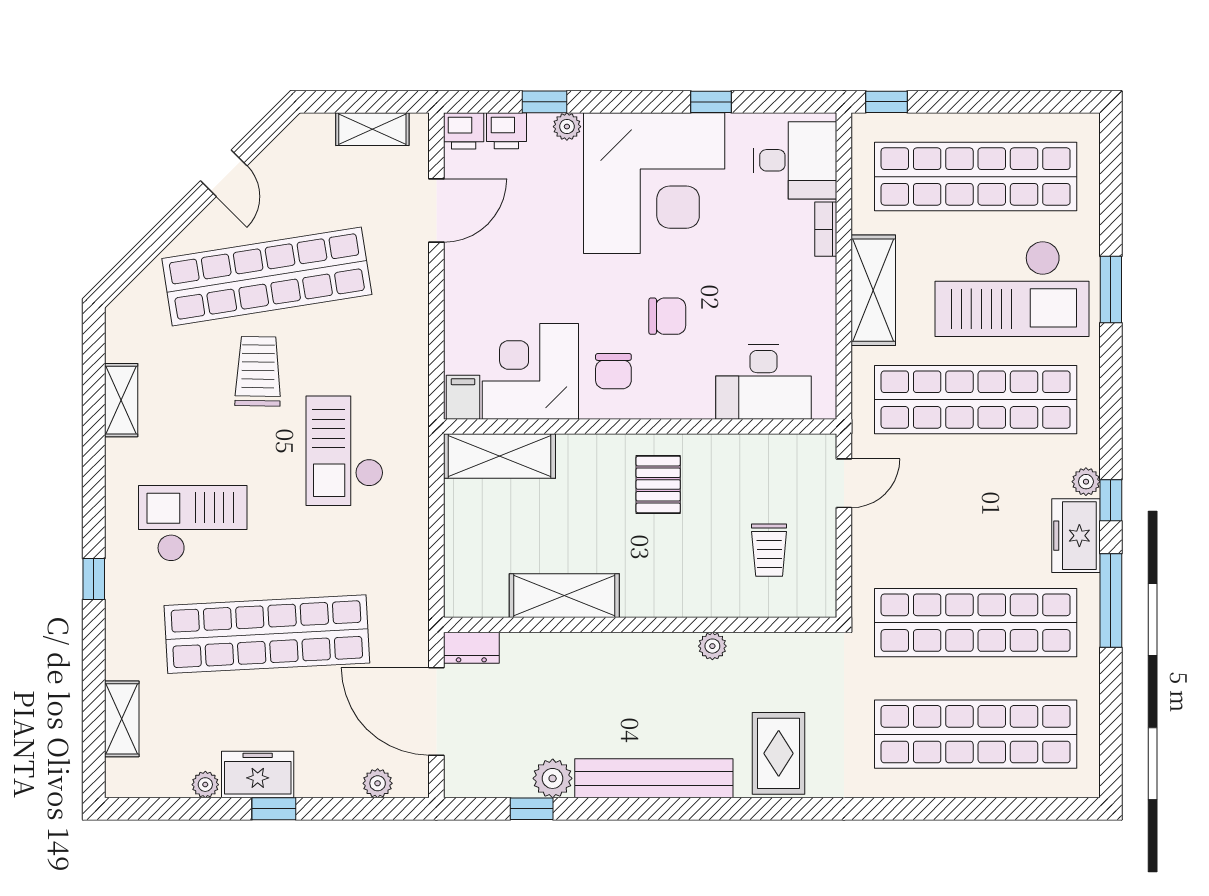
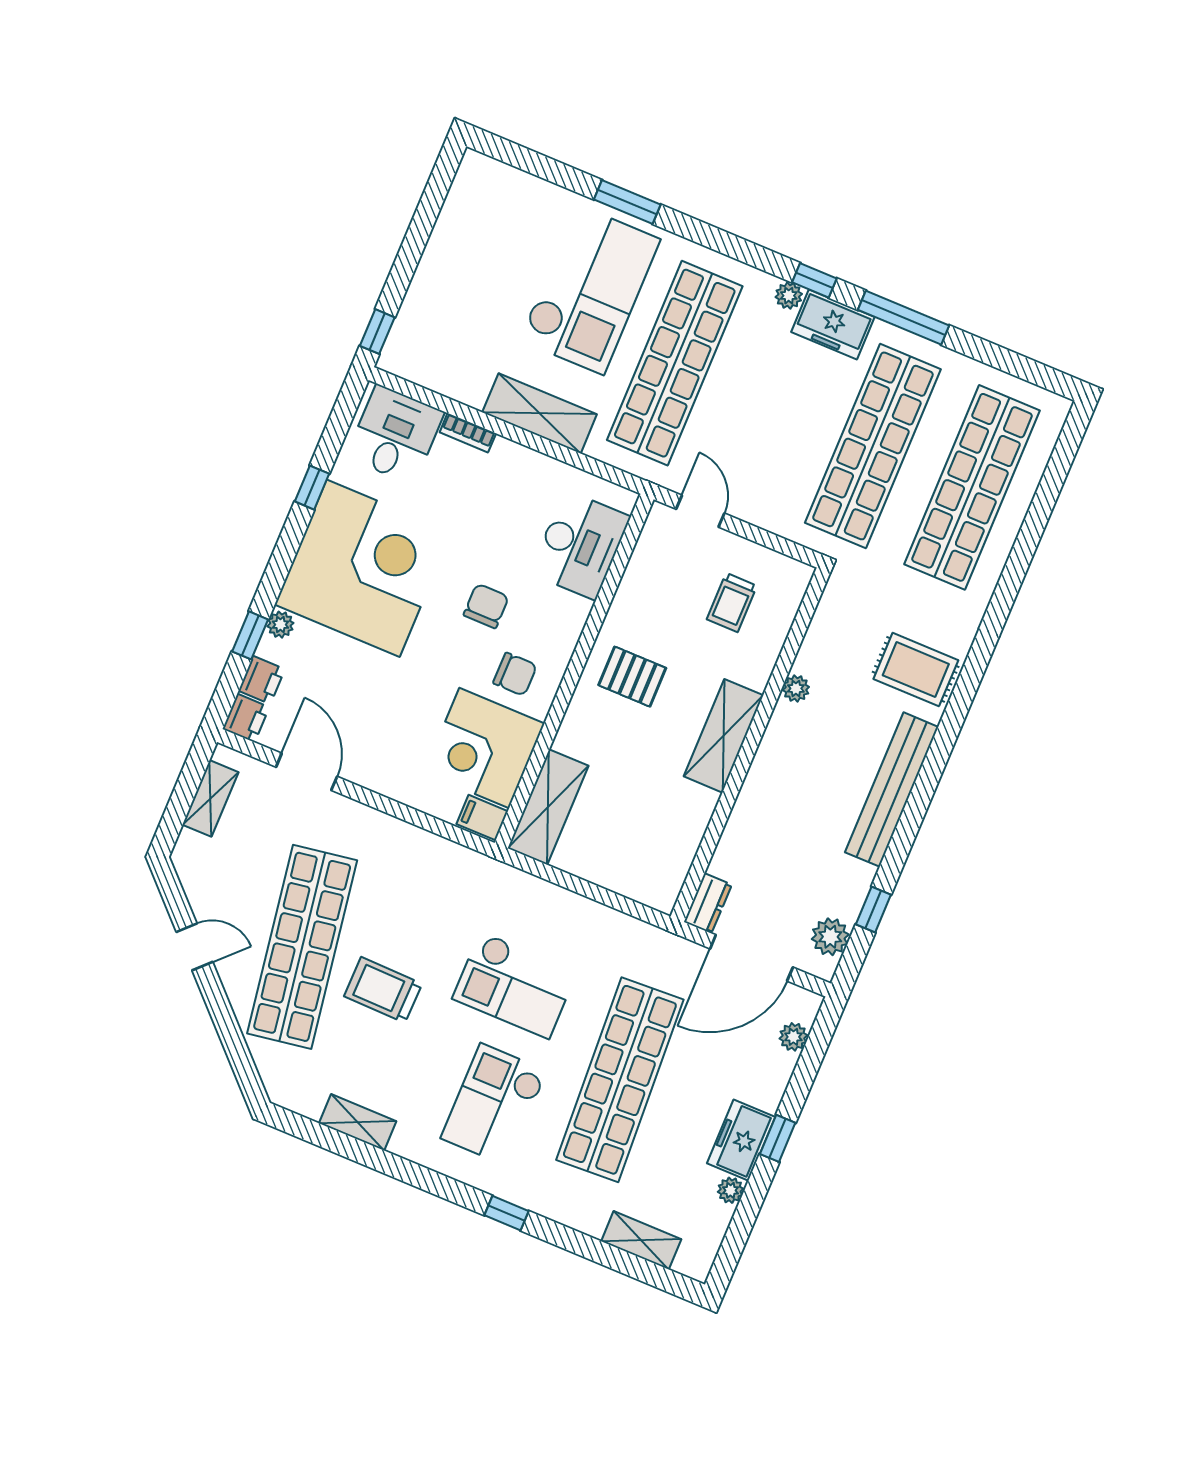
shop shelf: (976, 177) -> (477, 280), removed
checkout: (345, 451) -> (515, 985), moved
trolley: (769, 550) -> (732, 602), turned 90
shelving: (564, 596) -> (724, 736), moved
plant: (553, 778) -> (830, 937), moved

